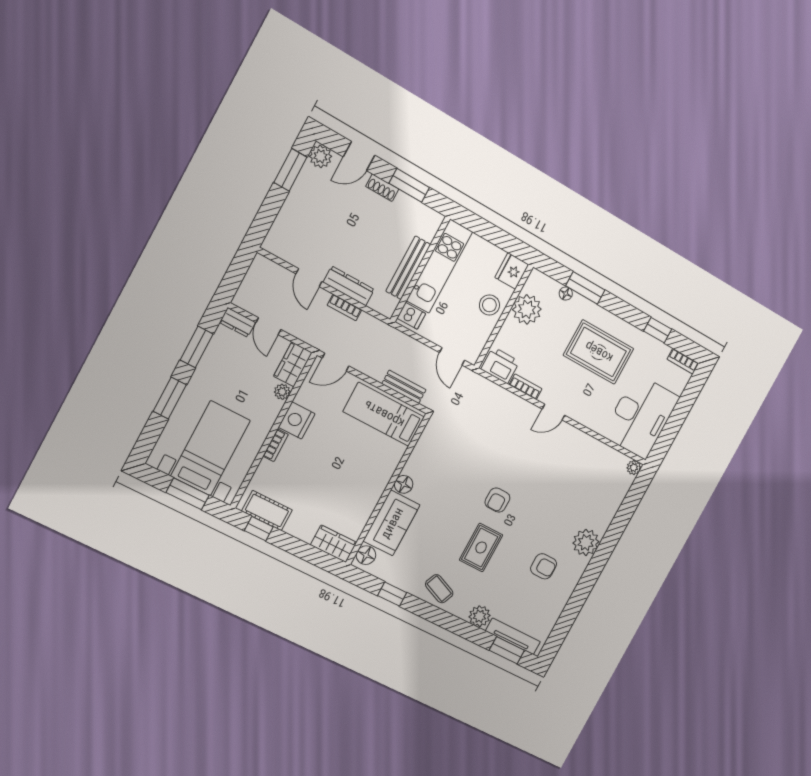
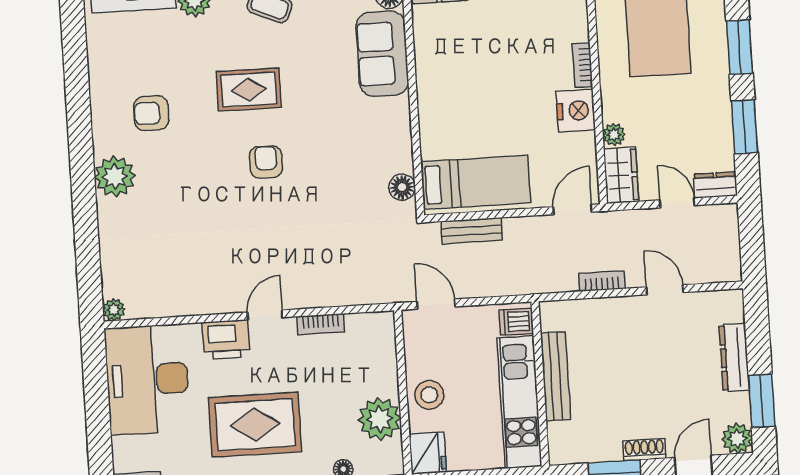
dresser: (349, 286) -> (734, 357), moved, turned 90
printer: (500, 365) -> (226, 340), moved
floor lamp: (404, 484) -> (402, 187), moved
rug: (481, 548) -> (249, 90), turned 90

